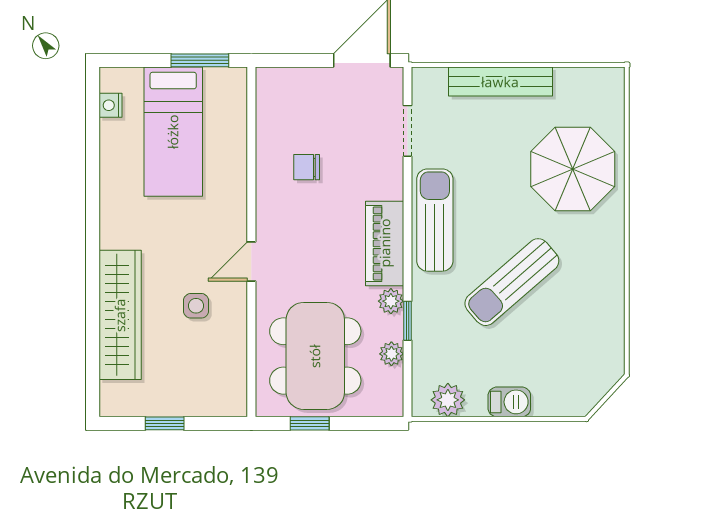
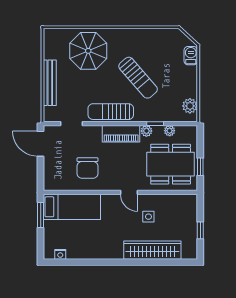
bed: (173, 132) -> (72, 207), moved
chair: (307, 167) -> (87, 168), width x1.87, depth x1.87
barbecue: (509, 402) -> (191, 56), moved

